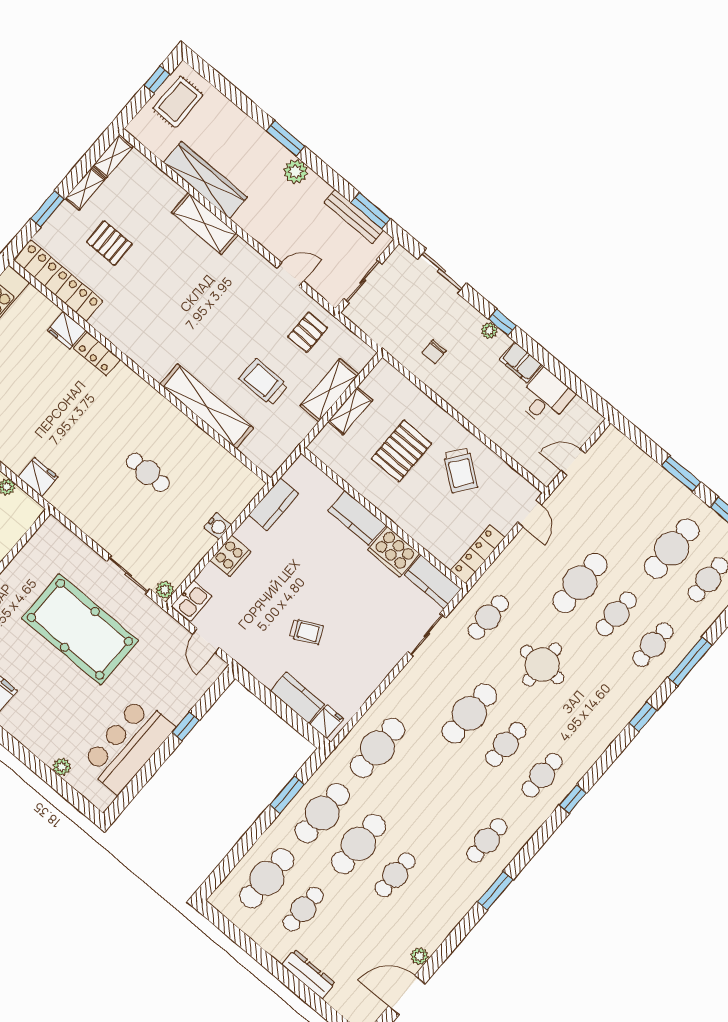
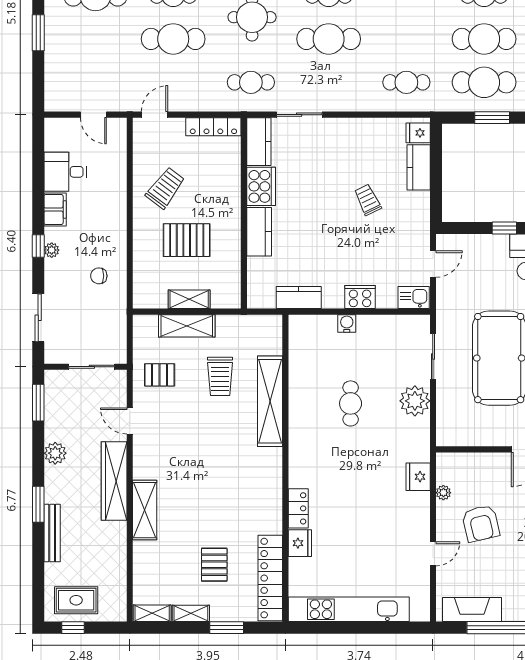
plant: (296, 172) -> (55, 453), moved
wardrobe: (205, 180) -> (114, 481), moved
bench: (354, 216) -> (52, 533), moved
chair: (434, 352) -> (99, 276), turned 180
plant: (165, 590) -> (415, 401), moved, width x1.87, depth x1.87
cafe table: (378, 748) -> (406, 82), width x0.73, depth x0.74

